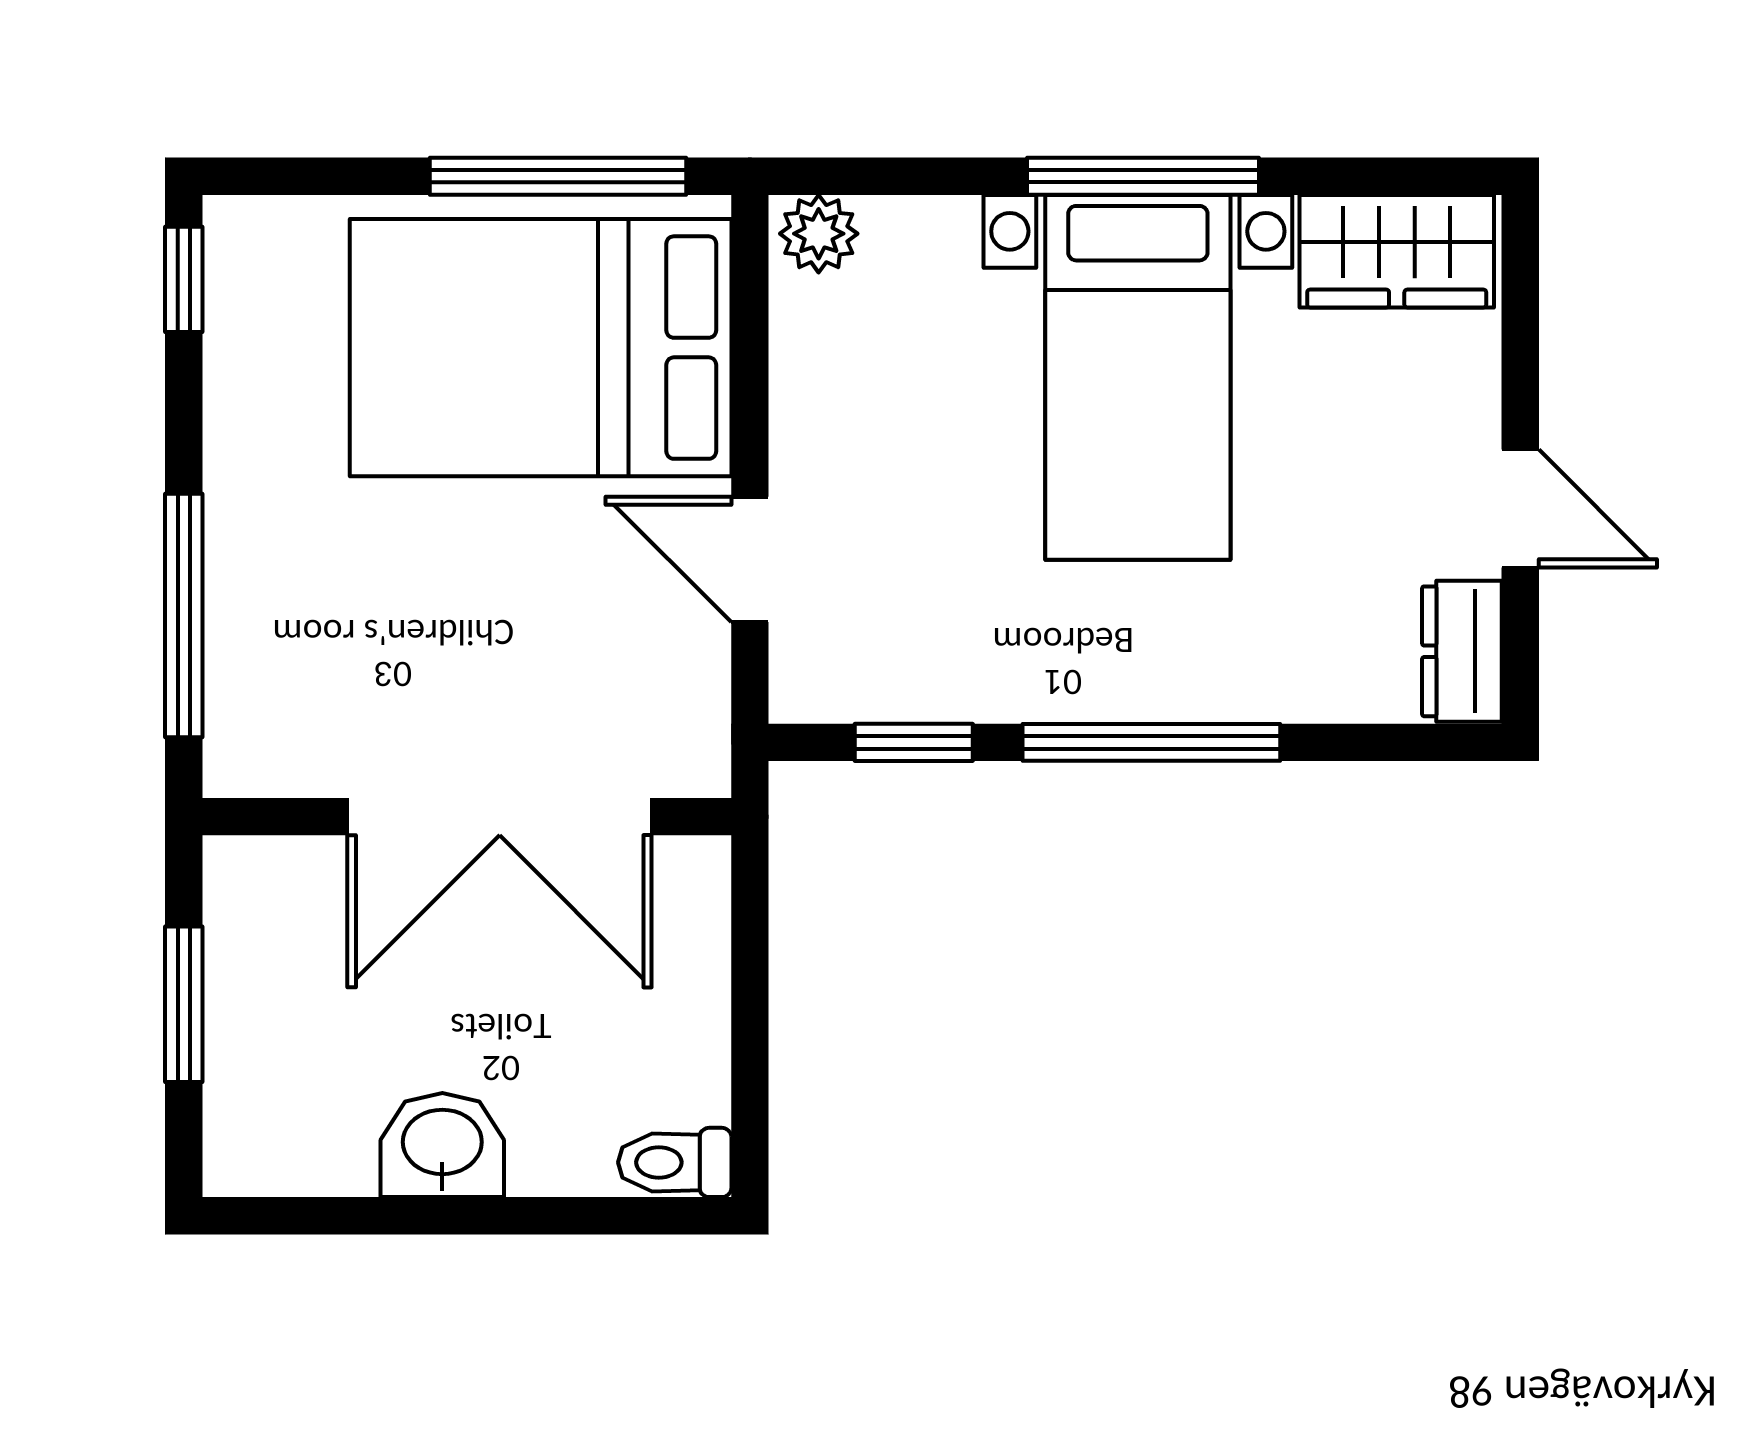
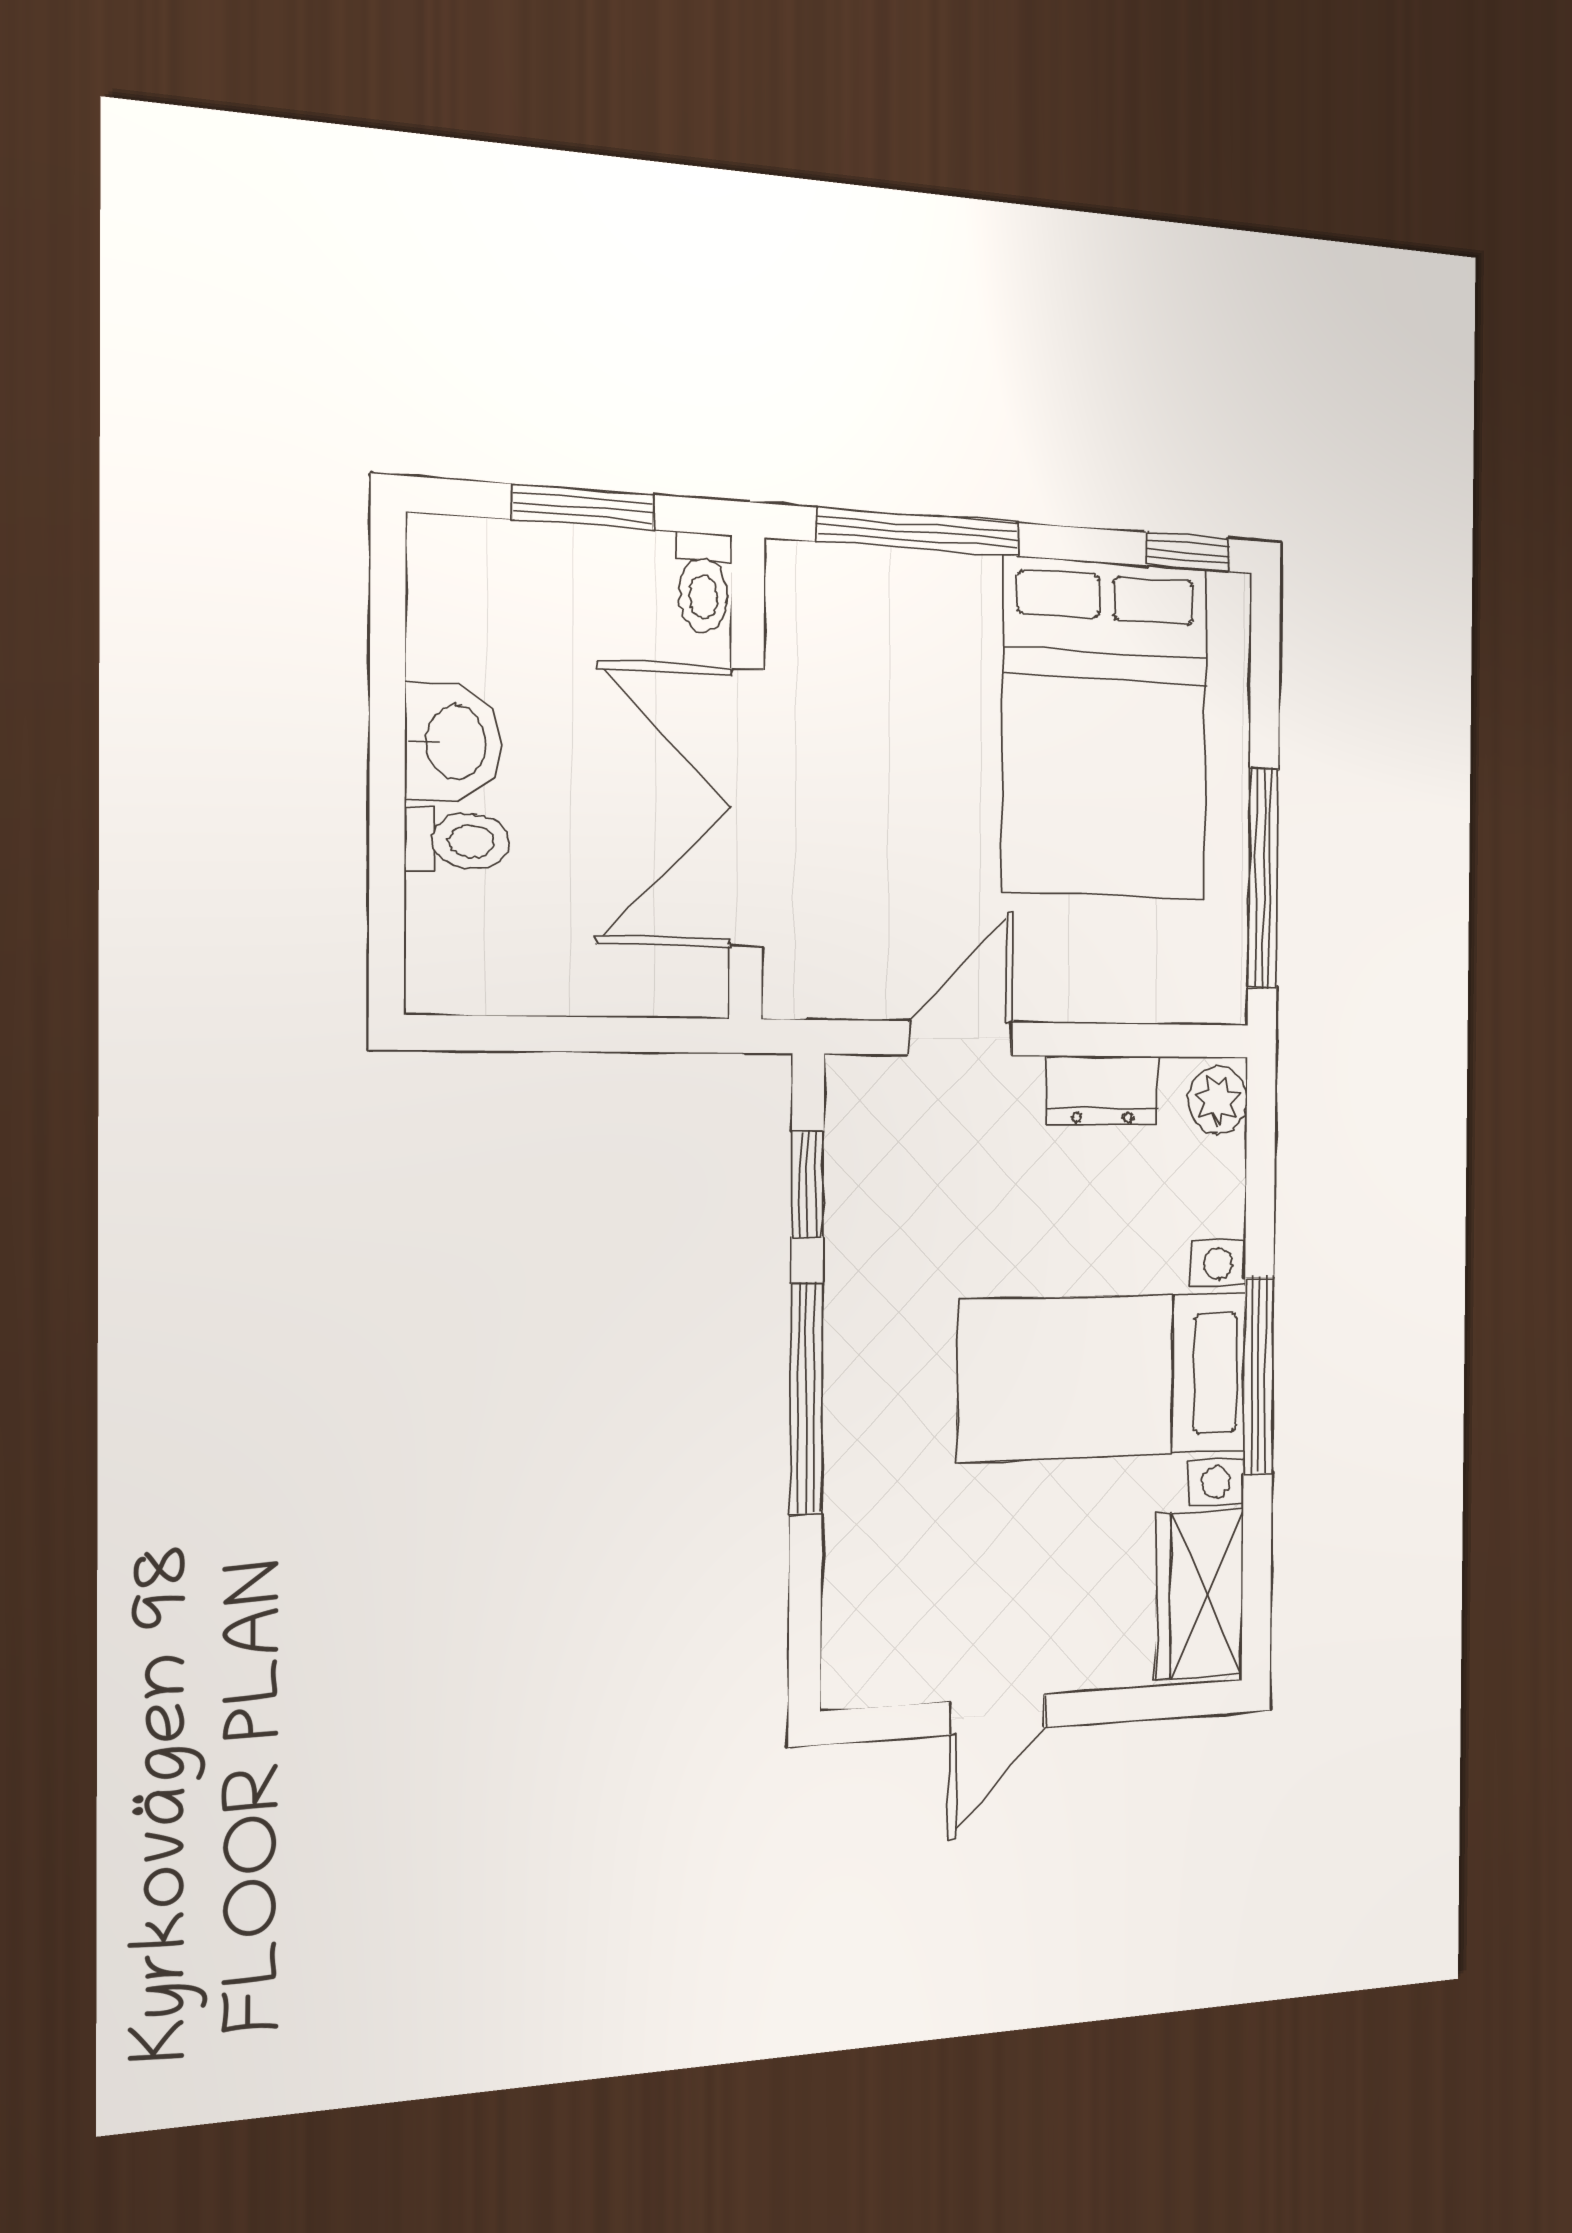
bed: (541, 348) -> (1105, 729), moved, turned 180
dresser: (1462, 651) -> (1103, 1091), moved, turned 180
toilet: (256, 868) -> (703, 582), added
toilet: (675, 1162) -> (457, 841), moved, turned 90

